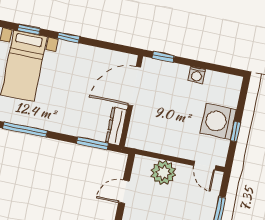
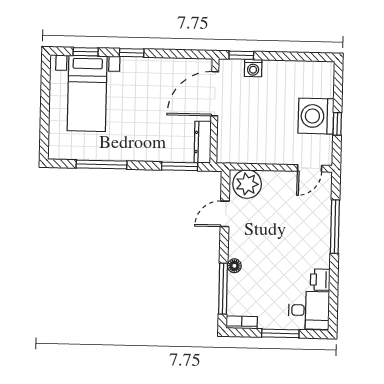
washing machine: (197, 75) -> (253, 68), moved
door: (205, 166) -> (310, 168), hinge flipped
plant: (163, 173) -> (247, 184), moved

